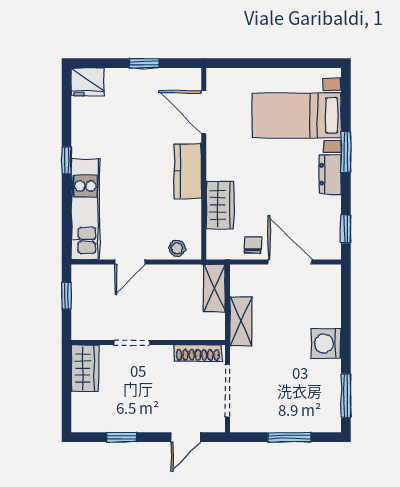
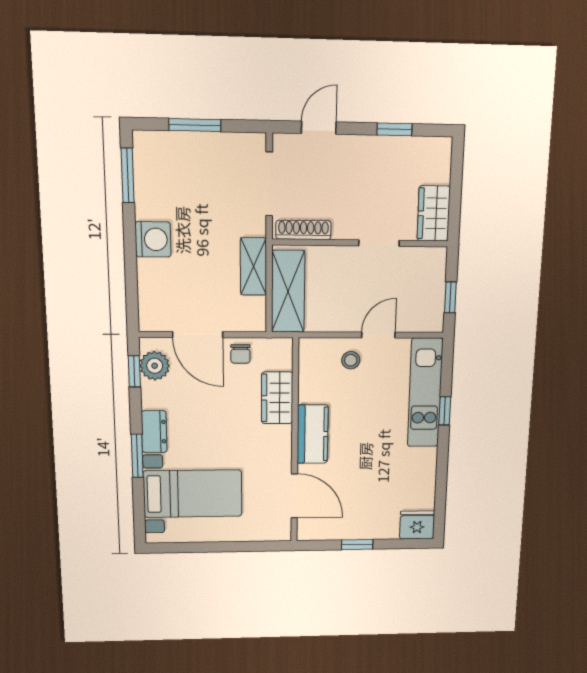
window: (66, 160) -> (445, 411), moved
plant: (328, 234) -> (155, 366), added
stool: (177, 248) -> (351, 360), moved
shelving: (214, 288) -> (288, 291), width x1.50, depth x1.33

